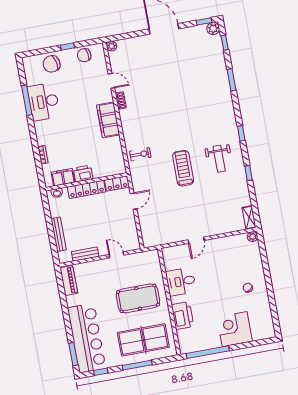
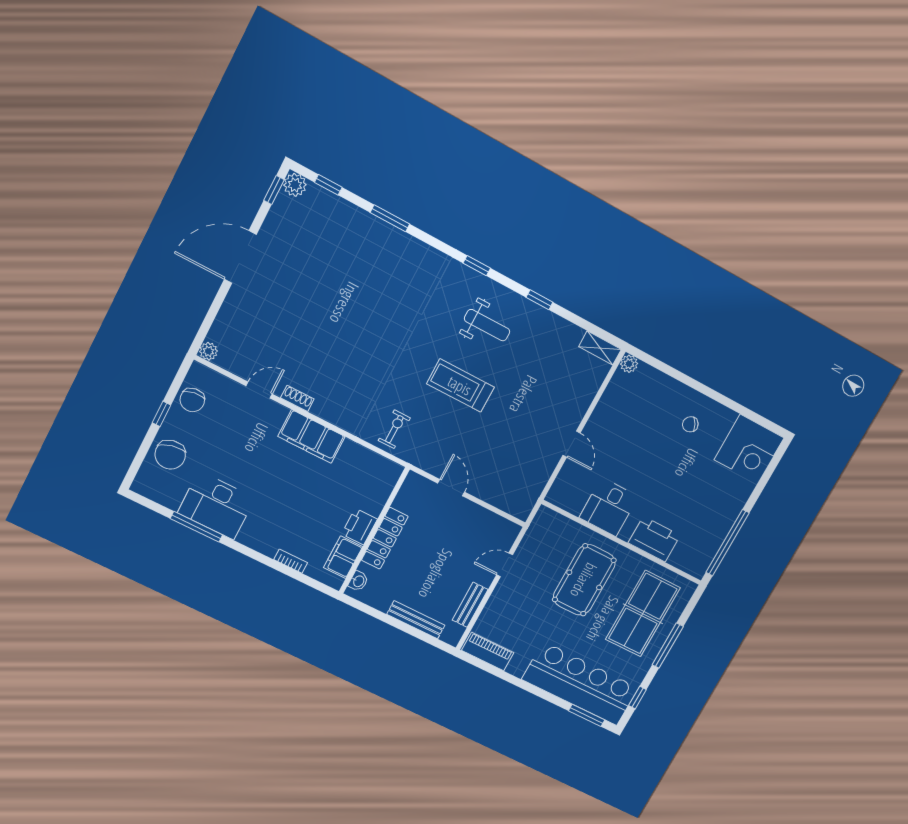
locker: (117, 184) -> (409, 492), removed
corner desk: (235, 329) -> (749, 449), moved, turned -90

